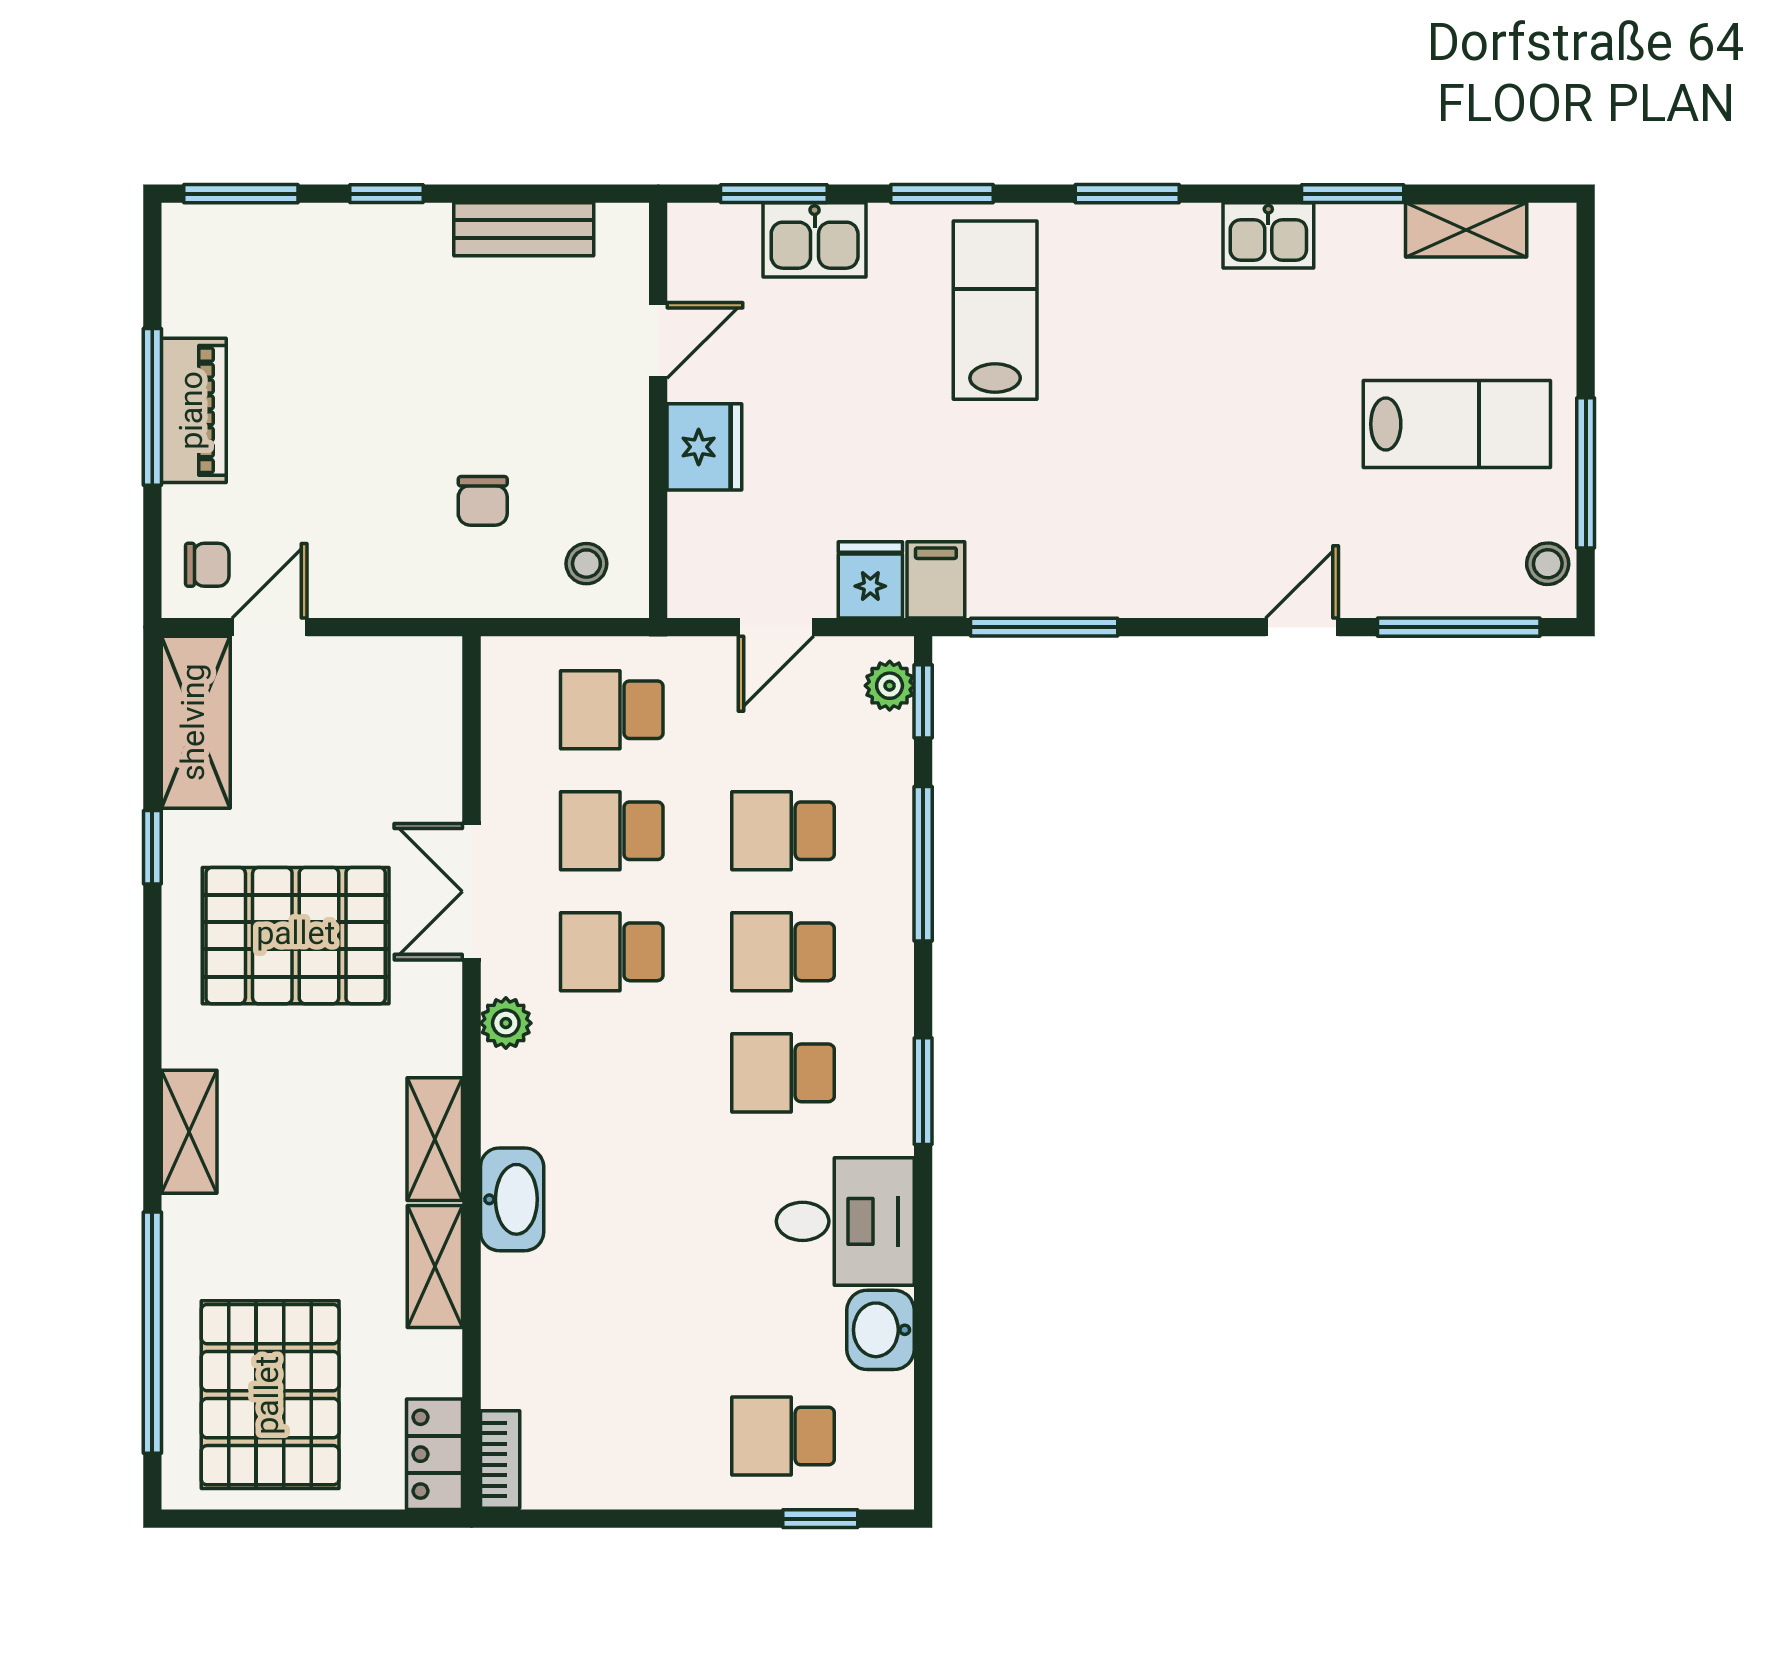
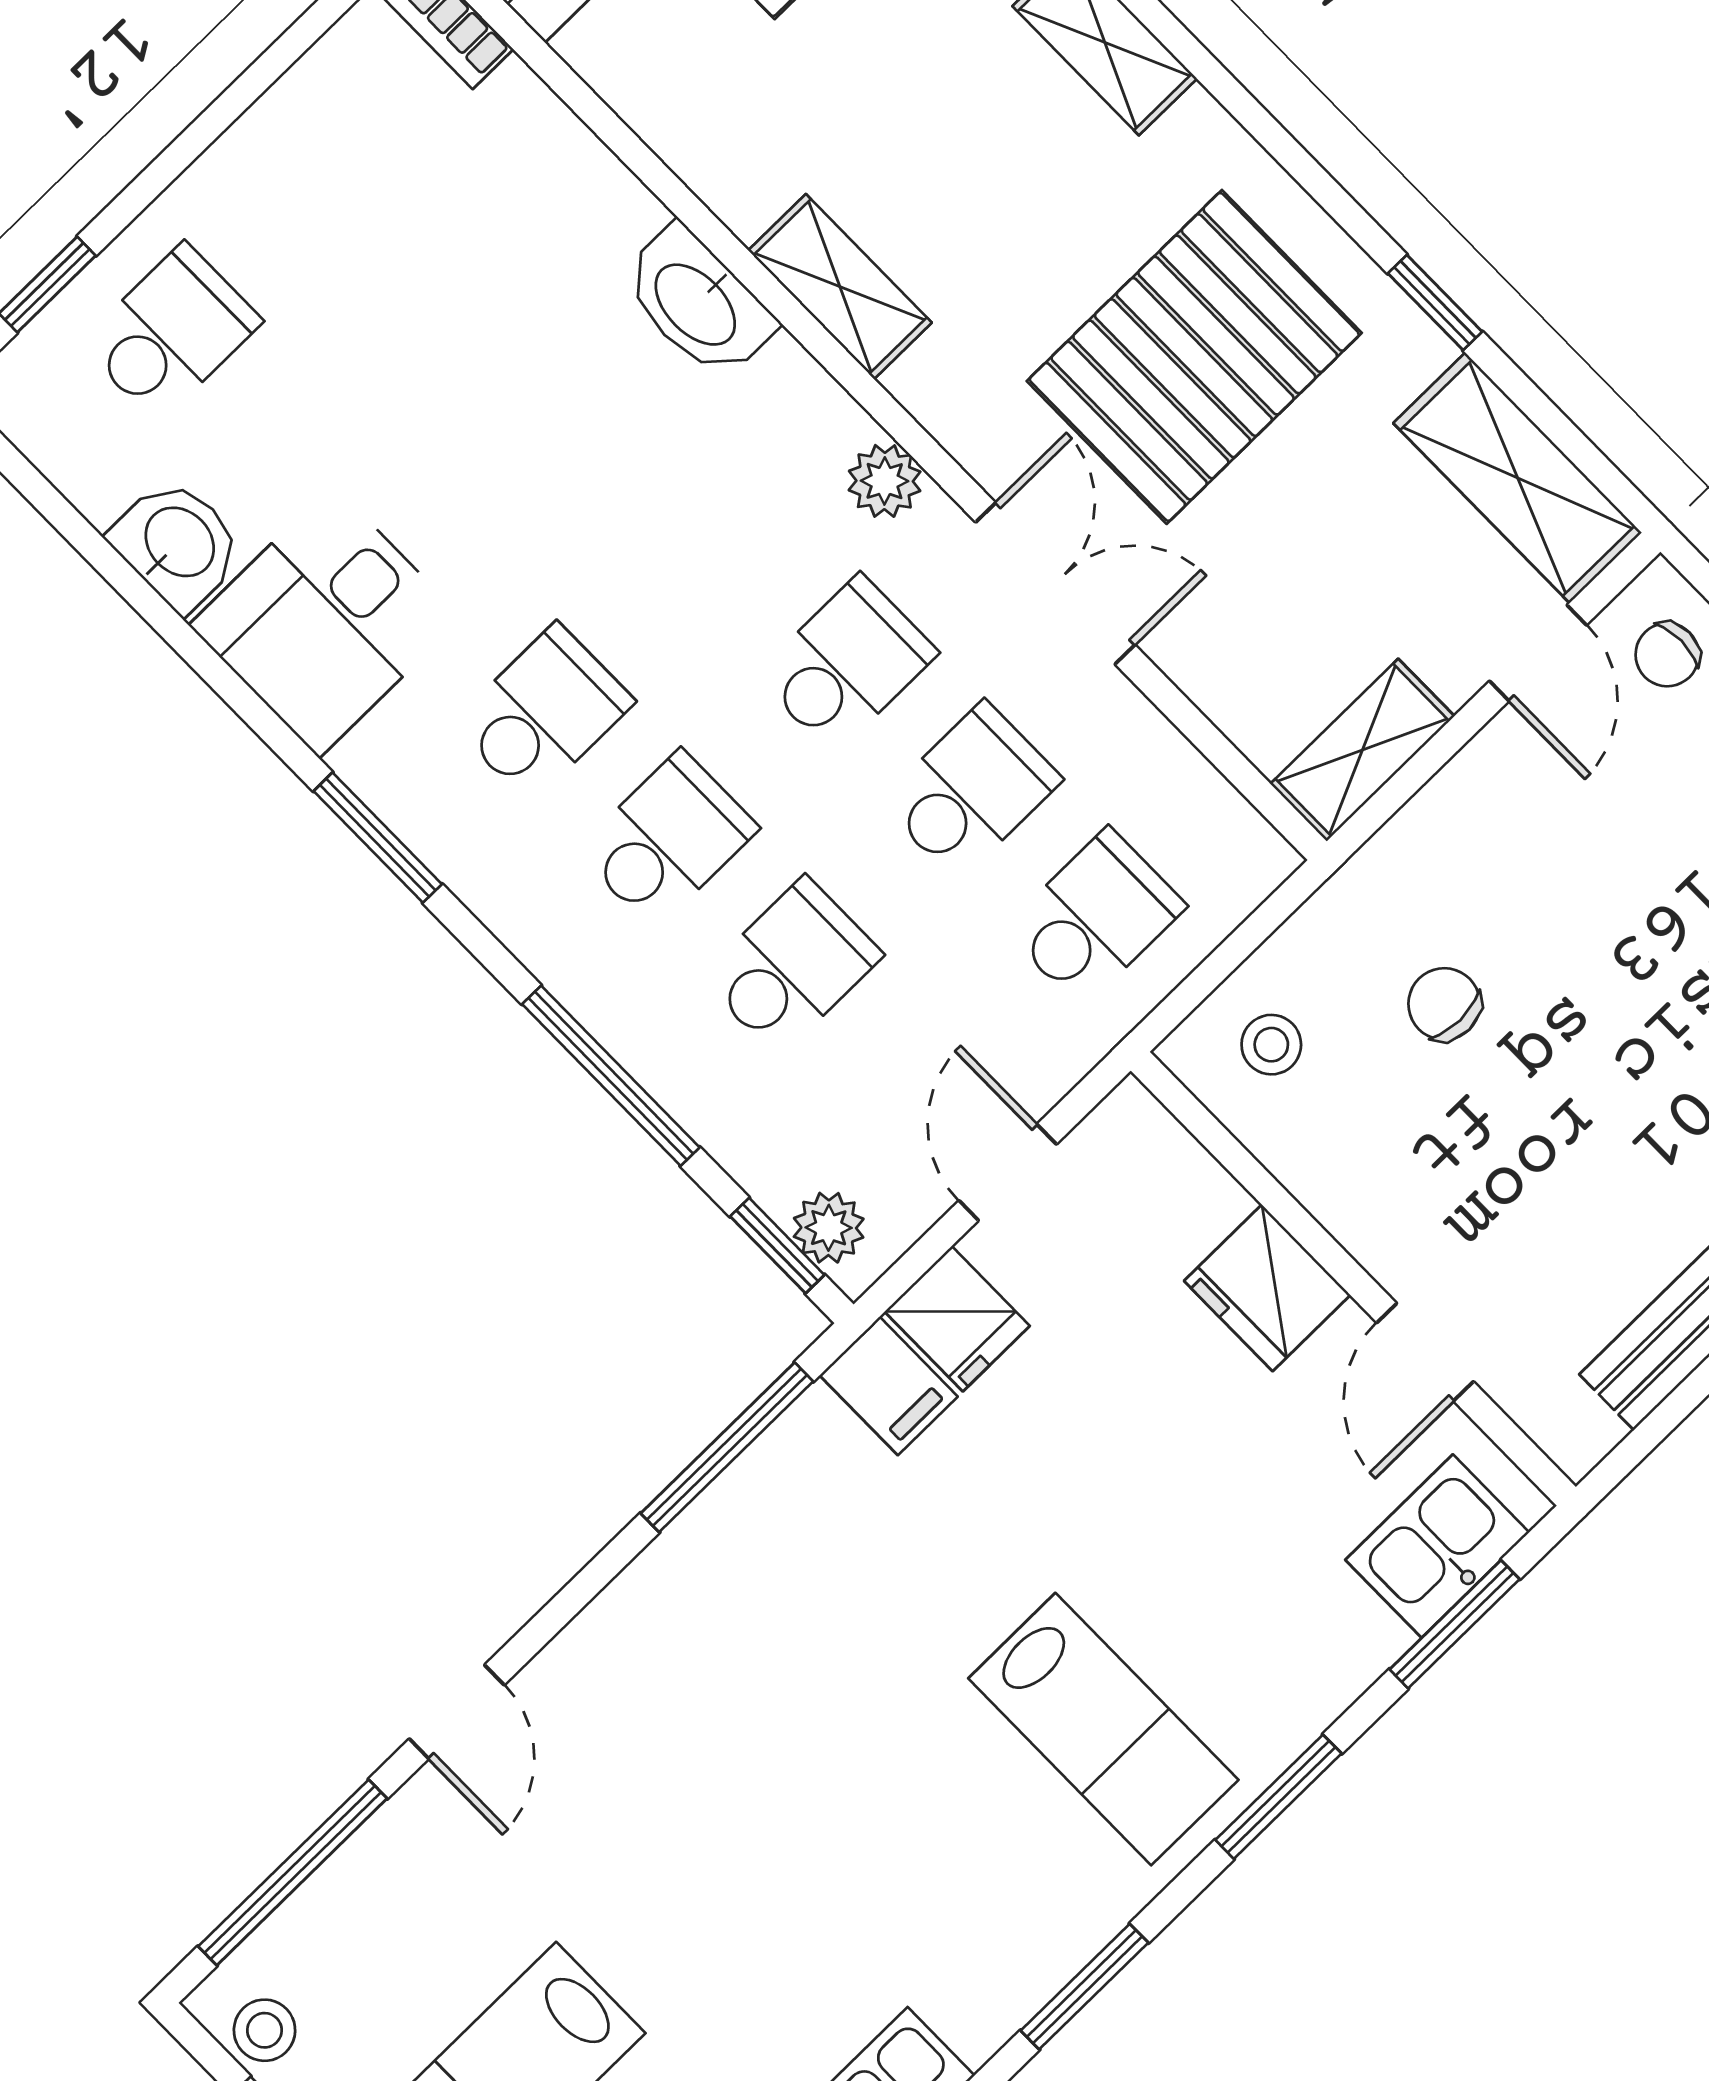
kitchen sink: (815, 240) -> (1437, 1546), moved
shelving: (435, 1266) -> (1362, 750), moved, turned 90

